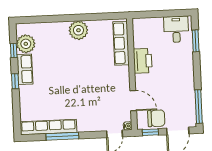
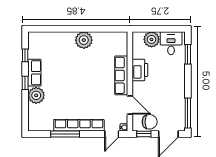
plant: (154, 26) -> (152, 39), added
row of seats: (121, 43) -> (121, 75), moved
plant: (26, 44) -> (36, 95), moved
row of seats: (48, 127) -> (79, 125), moved

